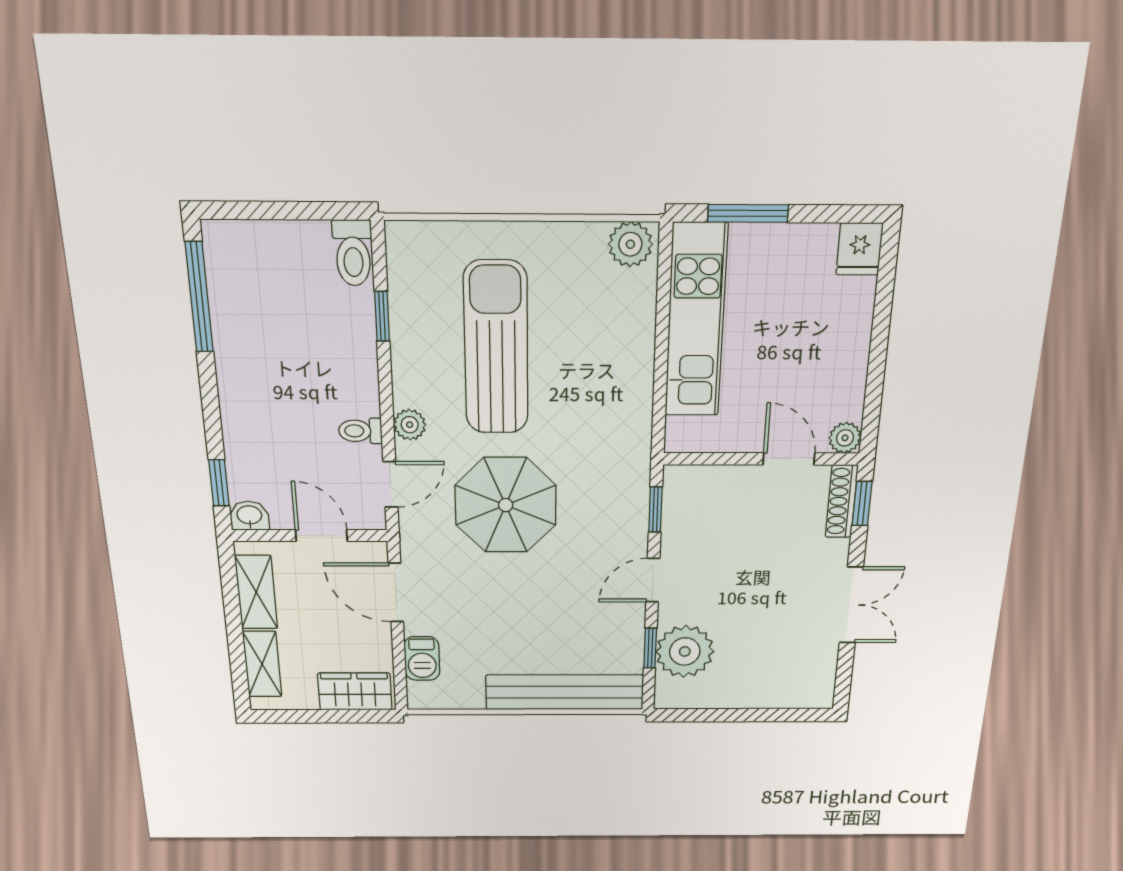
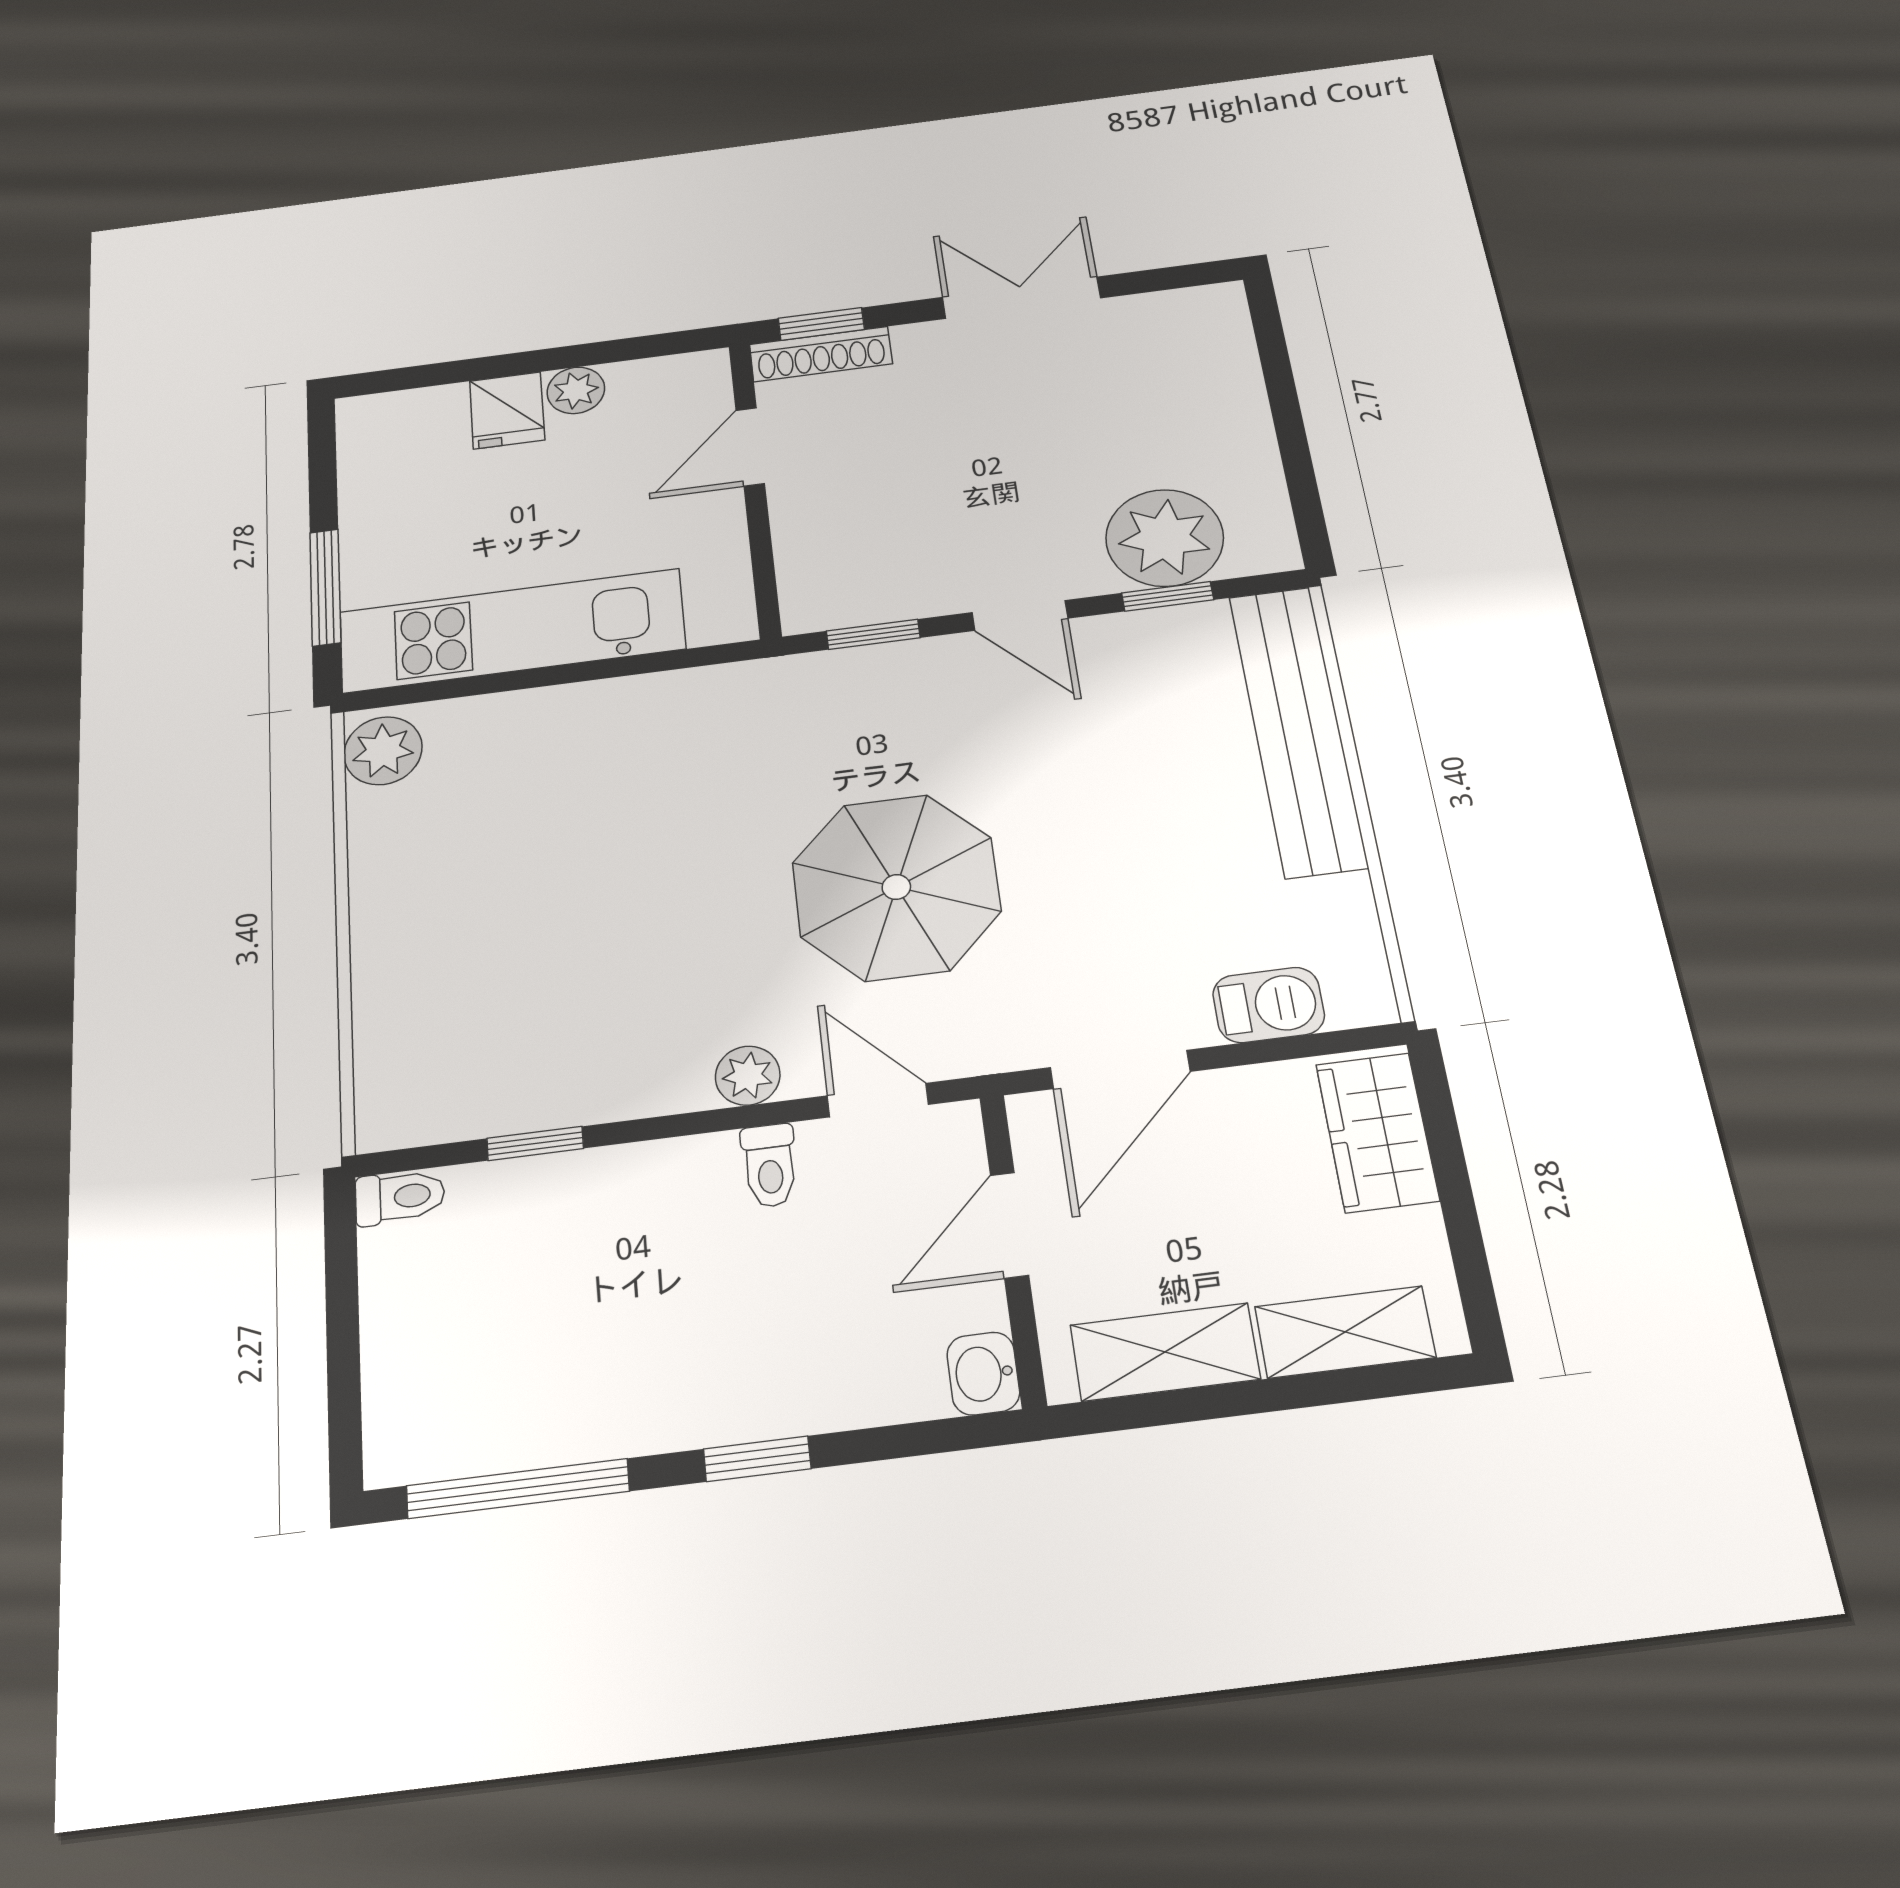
fridge: (860, 249) -> (507, 410), moved, turned 90
toilet: (353, 253) -> (400, 1197), width x0.73, depth x0.72
sun lounger: (496, 348) -> (583, 940), removed
plant: (845, 438) -> (576, 390), moved
window: (219, 483) -> (757, 1459), moved

